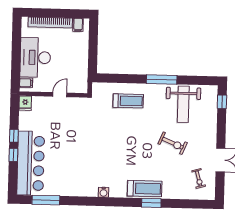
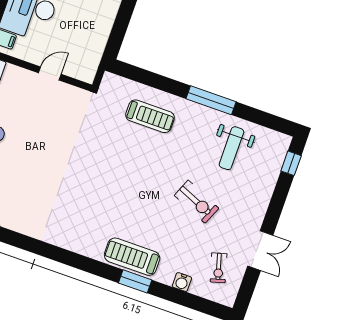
weight bench: (183, 104) -> (231, 148), width x0.73, depth x0.75
treadmill: (145, 189) -> (132, 257), turned 180
water cooler: (104, 192) -> (182, 282), moved

